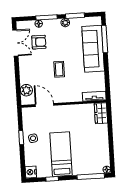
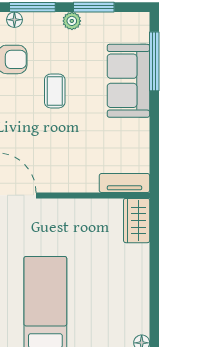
sofa: (93, 49) -> (128, 81), width x0.73
coffee table: (59, 69) -> (55, 91), moved

